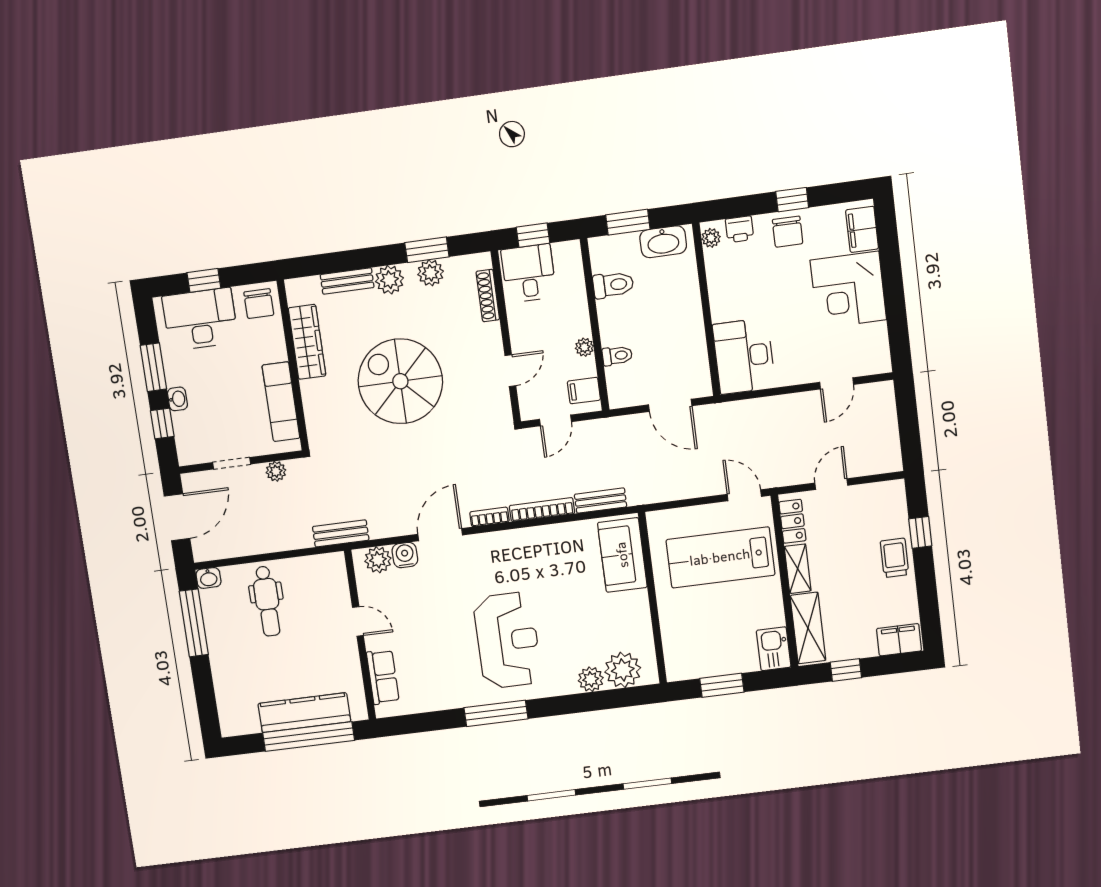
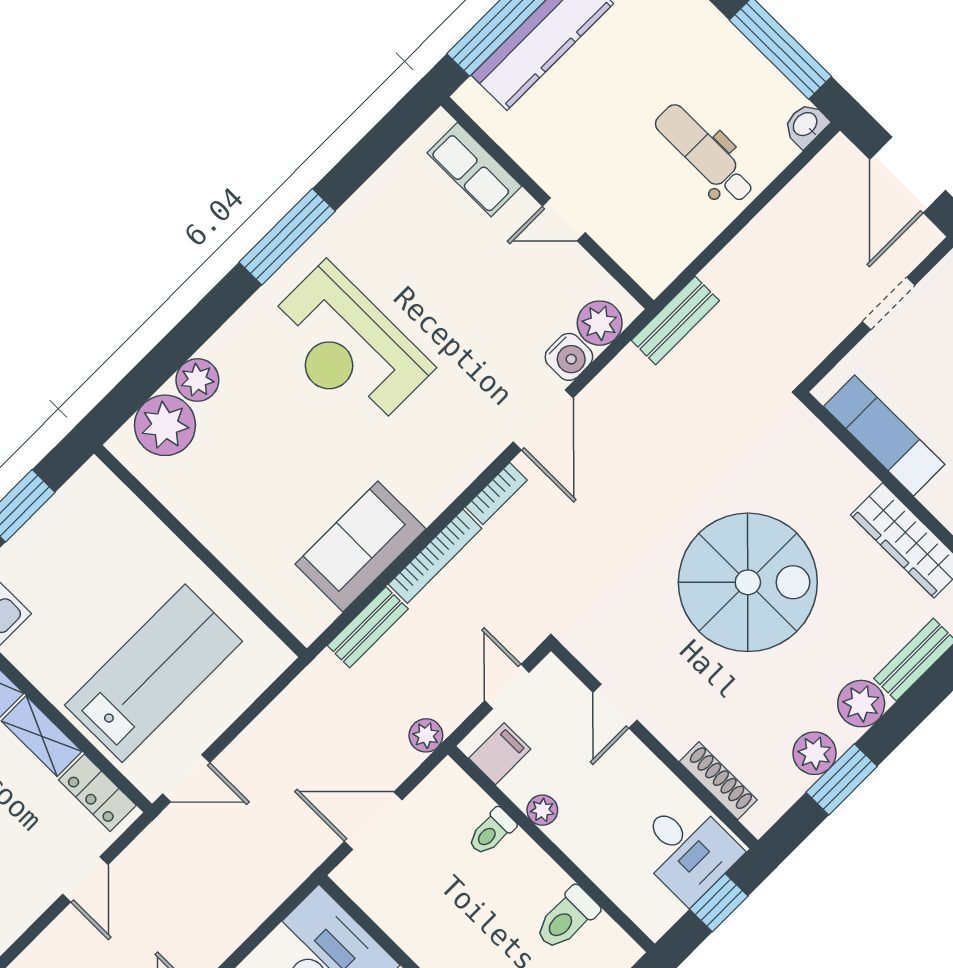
plant: (276, 471) -> (426, 735), moved
sofa: (622, 555) -> (360, 546), moved, turned -90

